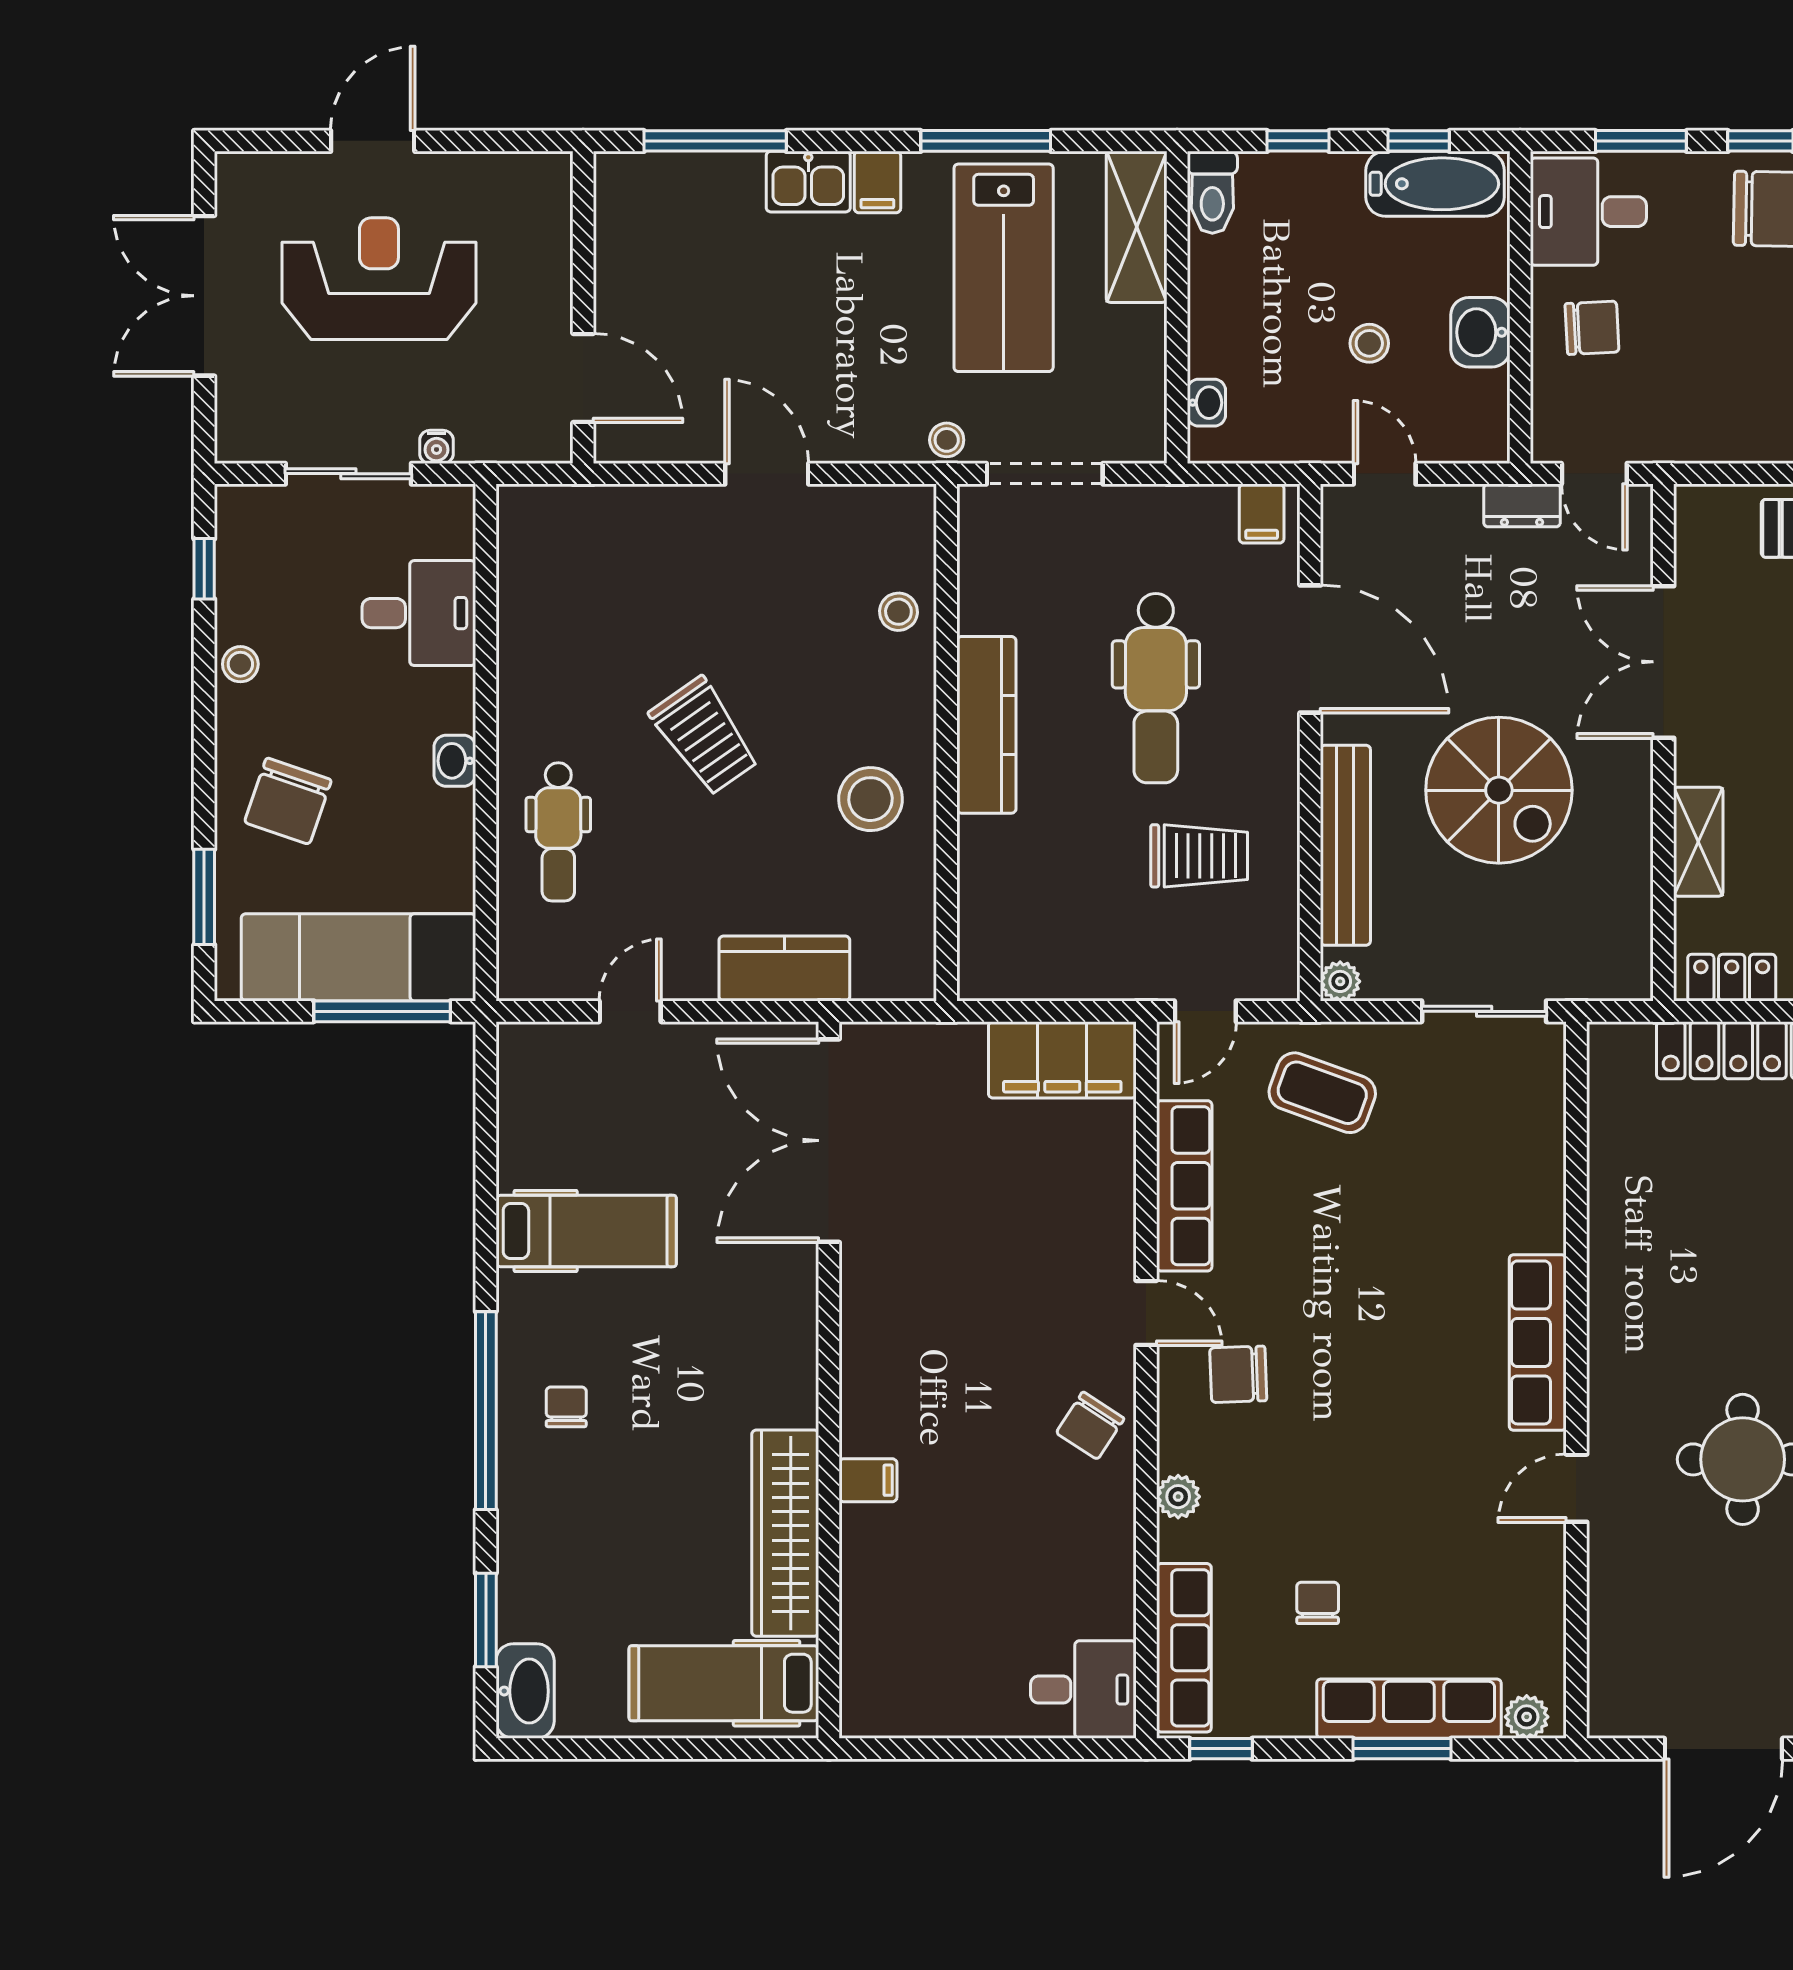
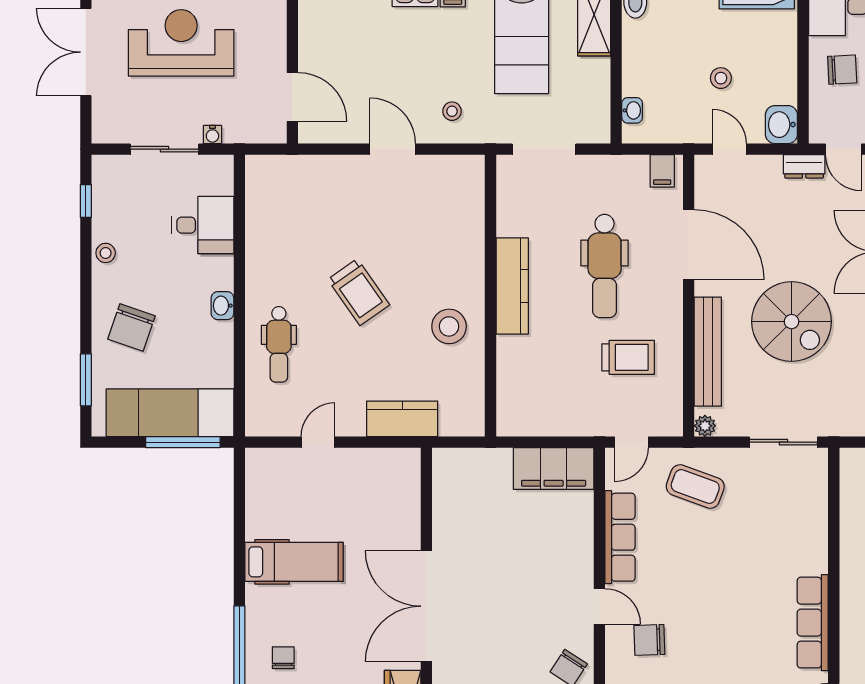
washbasin: (1480, 332) -> (781, 125), moved
stool: (947, 440) -> (452, 111), moved
stool: (898, 612) -> (464, 224), removed
double door: (829, 1141) -> (426, 606), moved

